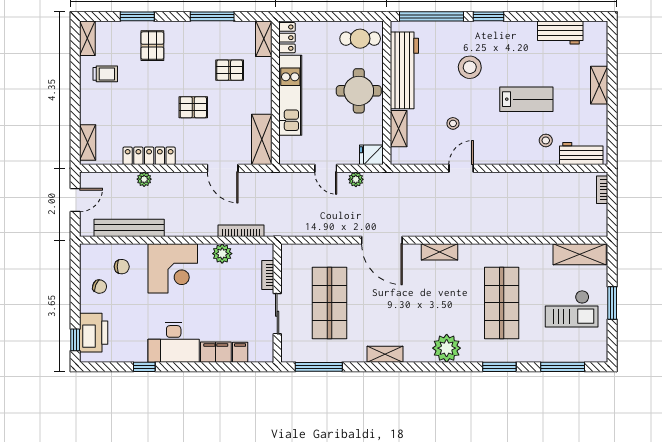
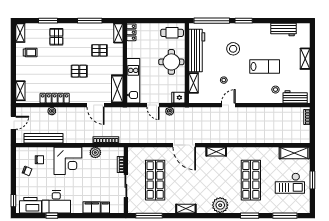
kitchen unit: (290, 95) -> (133, 81), moved
printer: (94, 333) -> (30, 205), moved, turned -90
desk: (174, 342) -> (56, 202), moved

